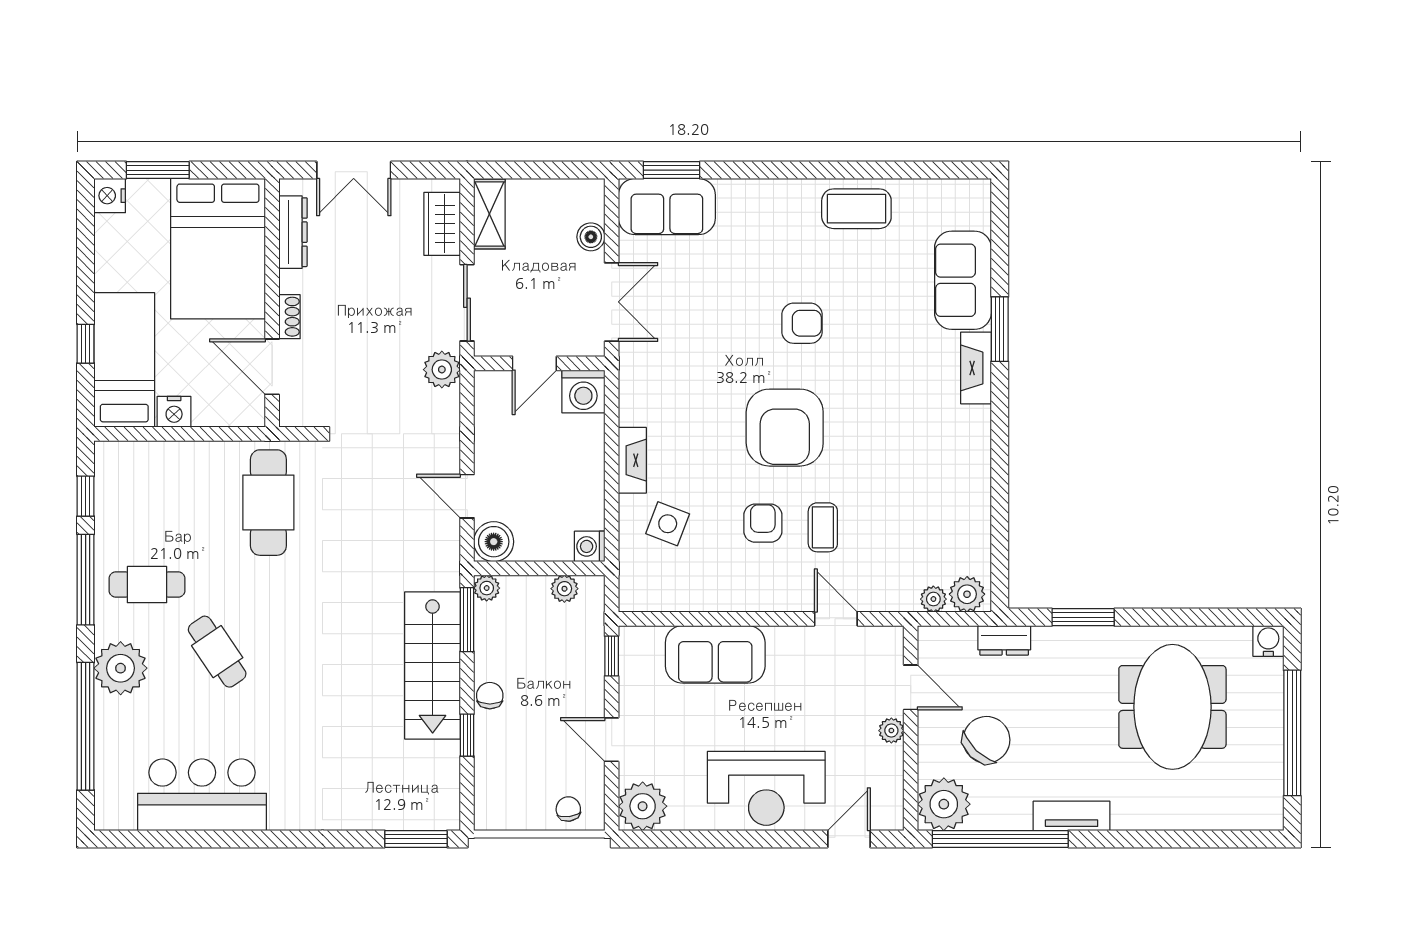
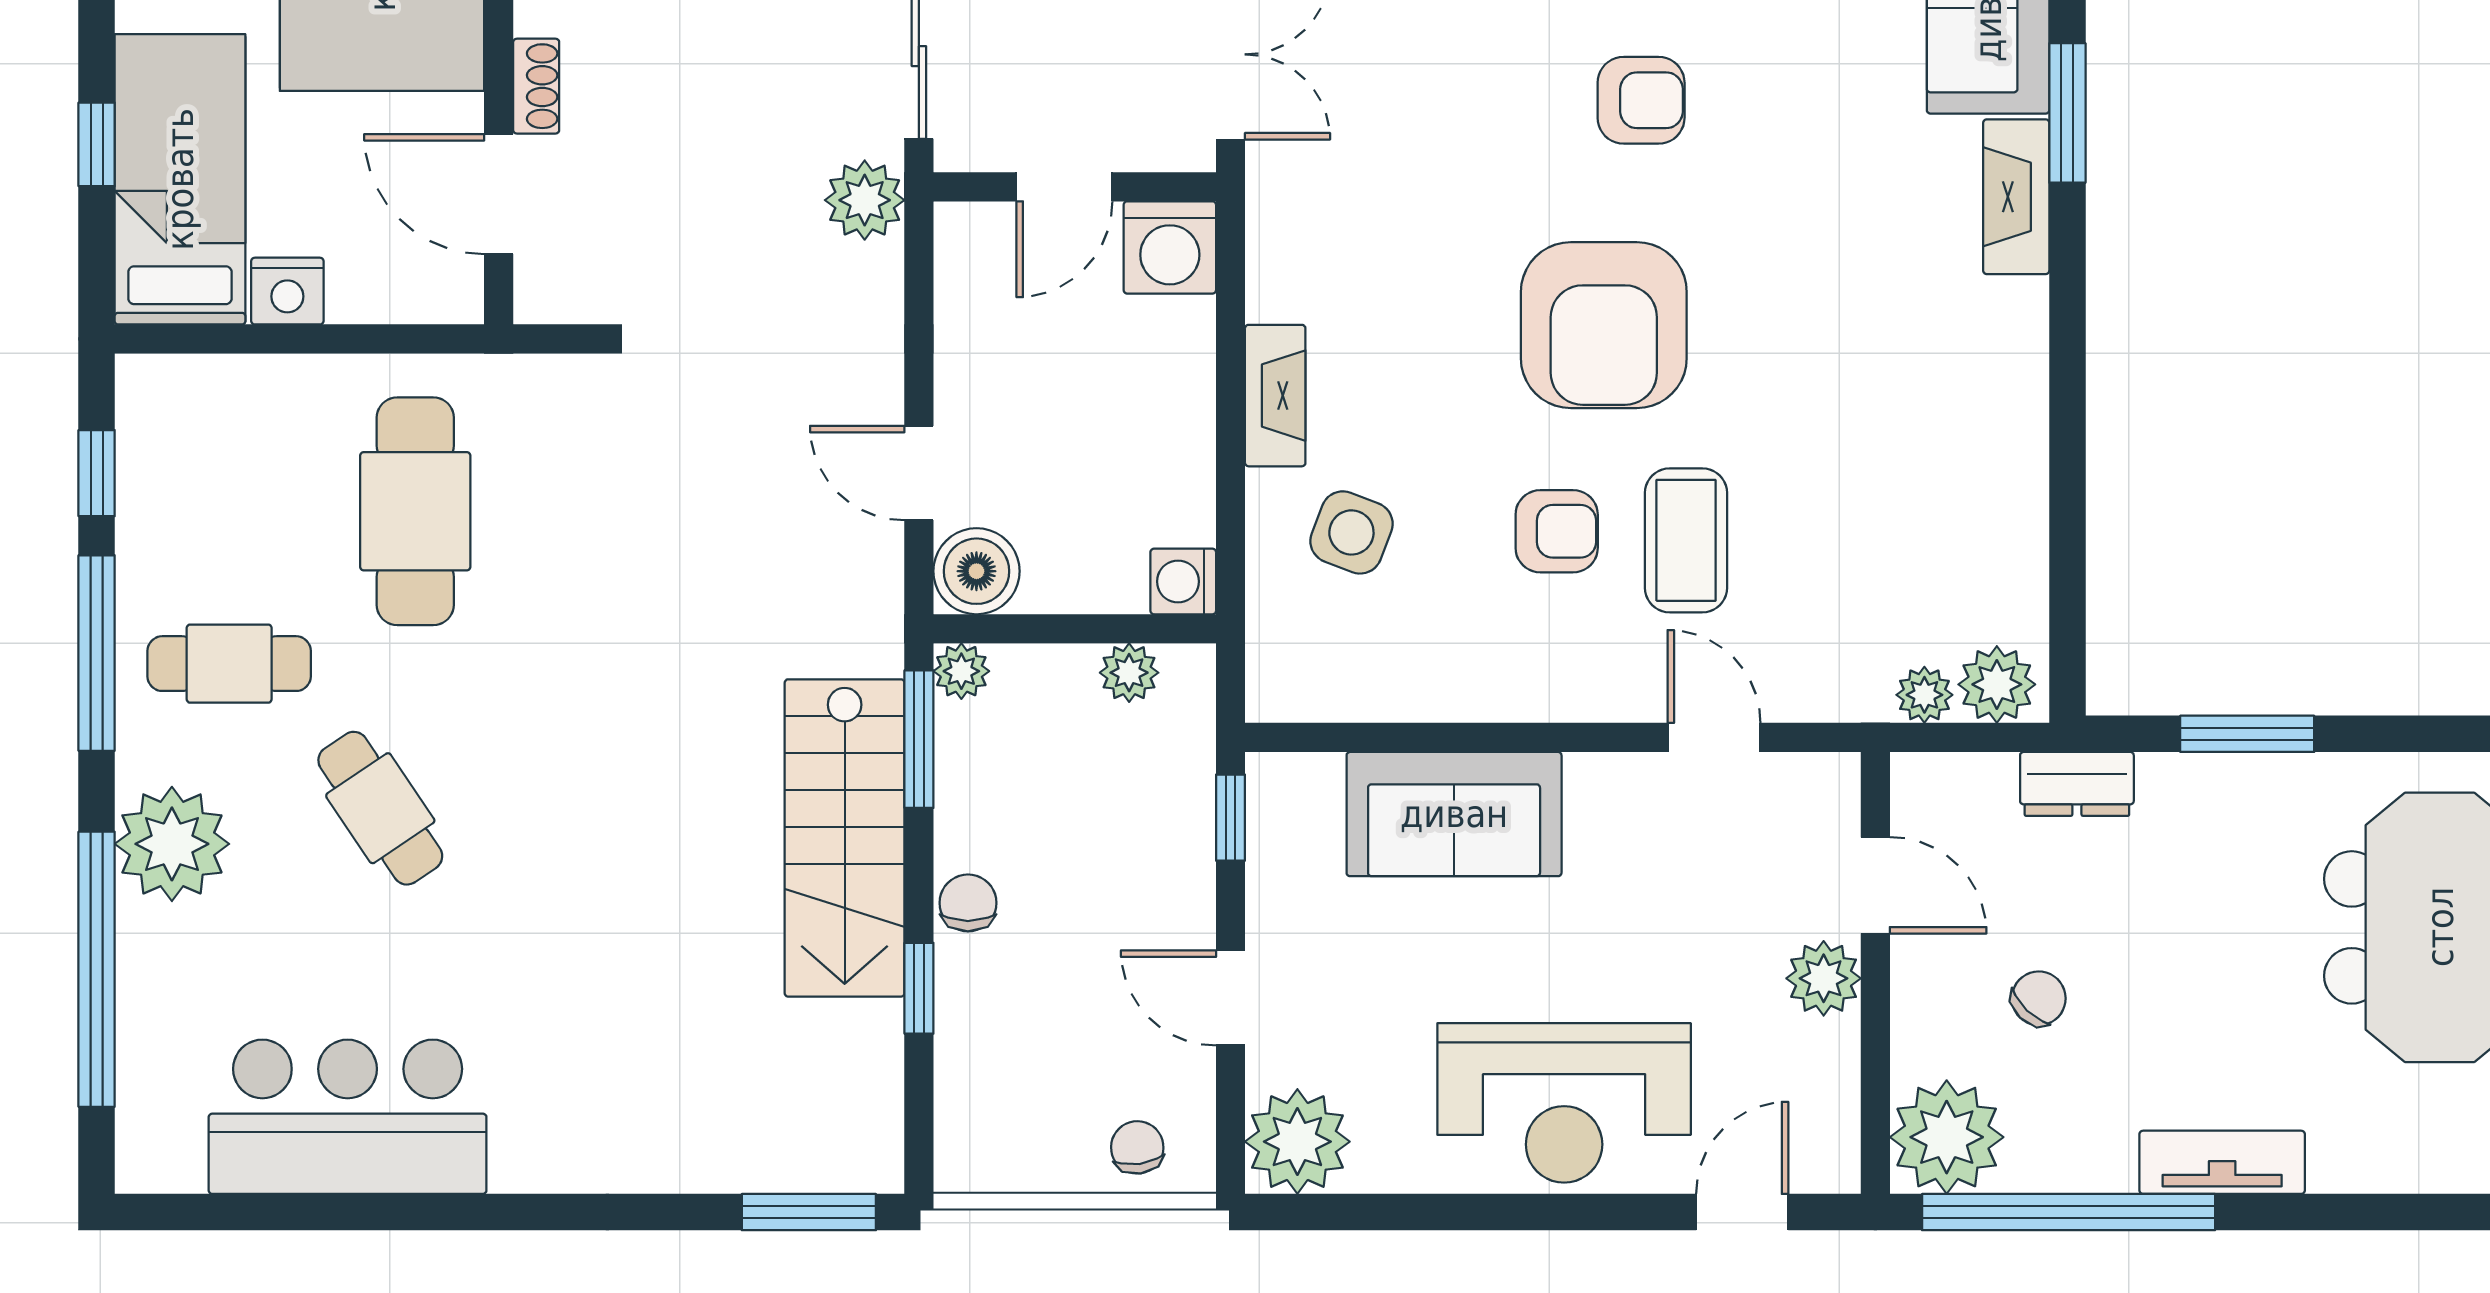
cafe table: (268, 503) -> (415, 511), moved
armchair: (763, 523) -> (1557, 531), turned 90
coffee table: (823, 527) -> (1686, 540), width x1.36, depth x1.30
plant: (891, 731) -> (1824, 978), width x1.38, depth x1.38
chair: (986, 740) -> (2039, 998), width x0.54, depth x0.54

